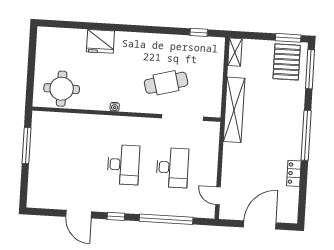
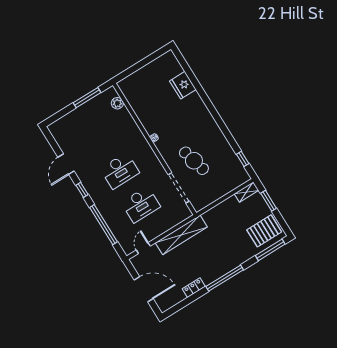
window: (288, 38) -> (269, 201), moved
fridge: (100, 41) -> (183, 85), moved
round table: (62, 89) -> (141, 94), removed
shelving: (234, 110) -> (181, 235), moved
plant: (54, 119) -> (117, 103), added

